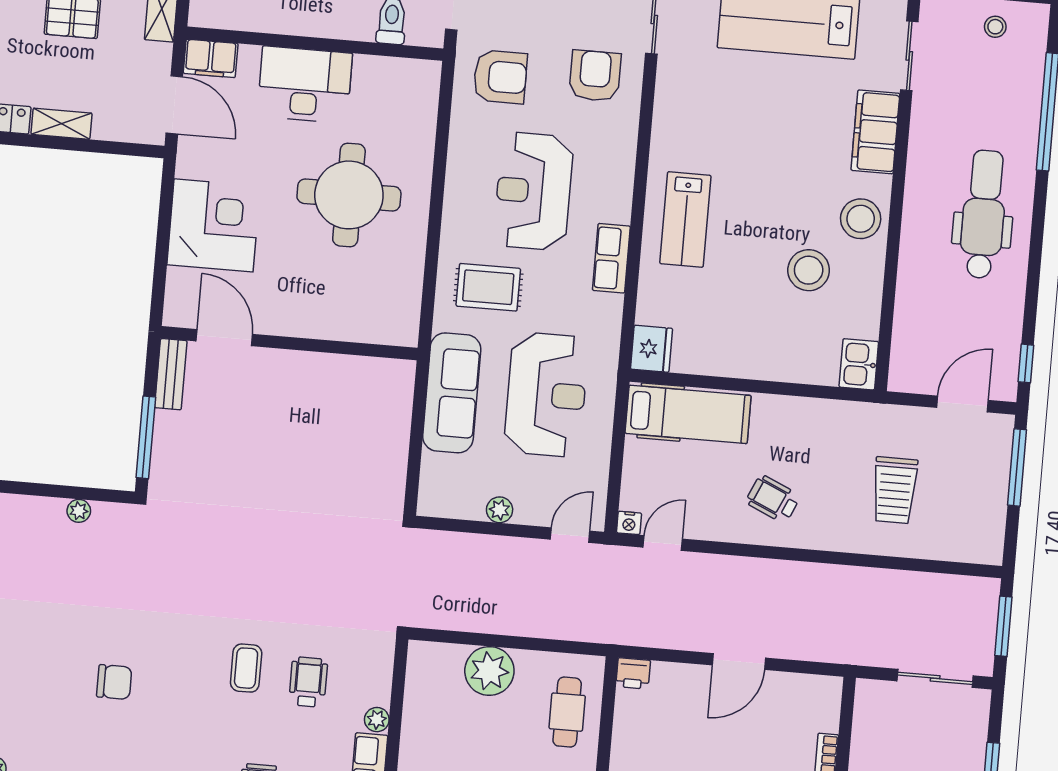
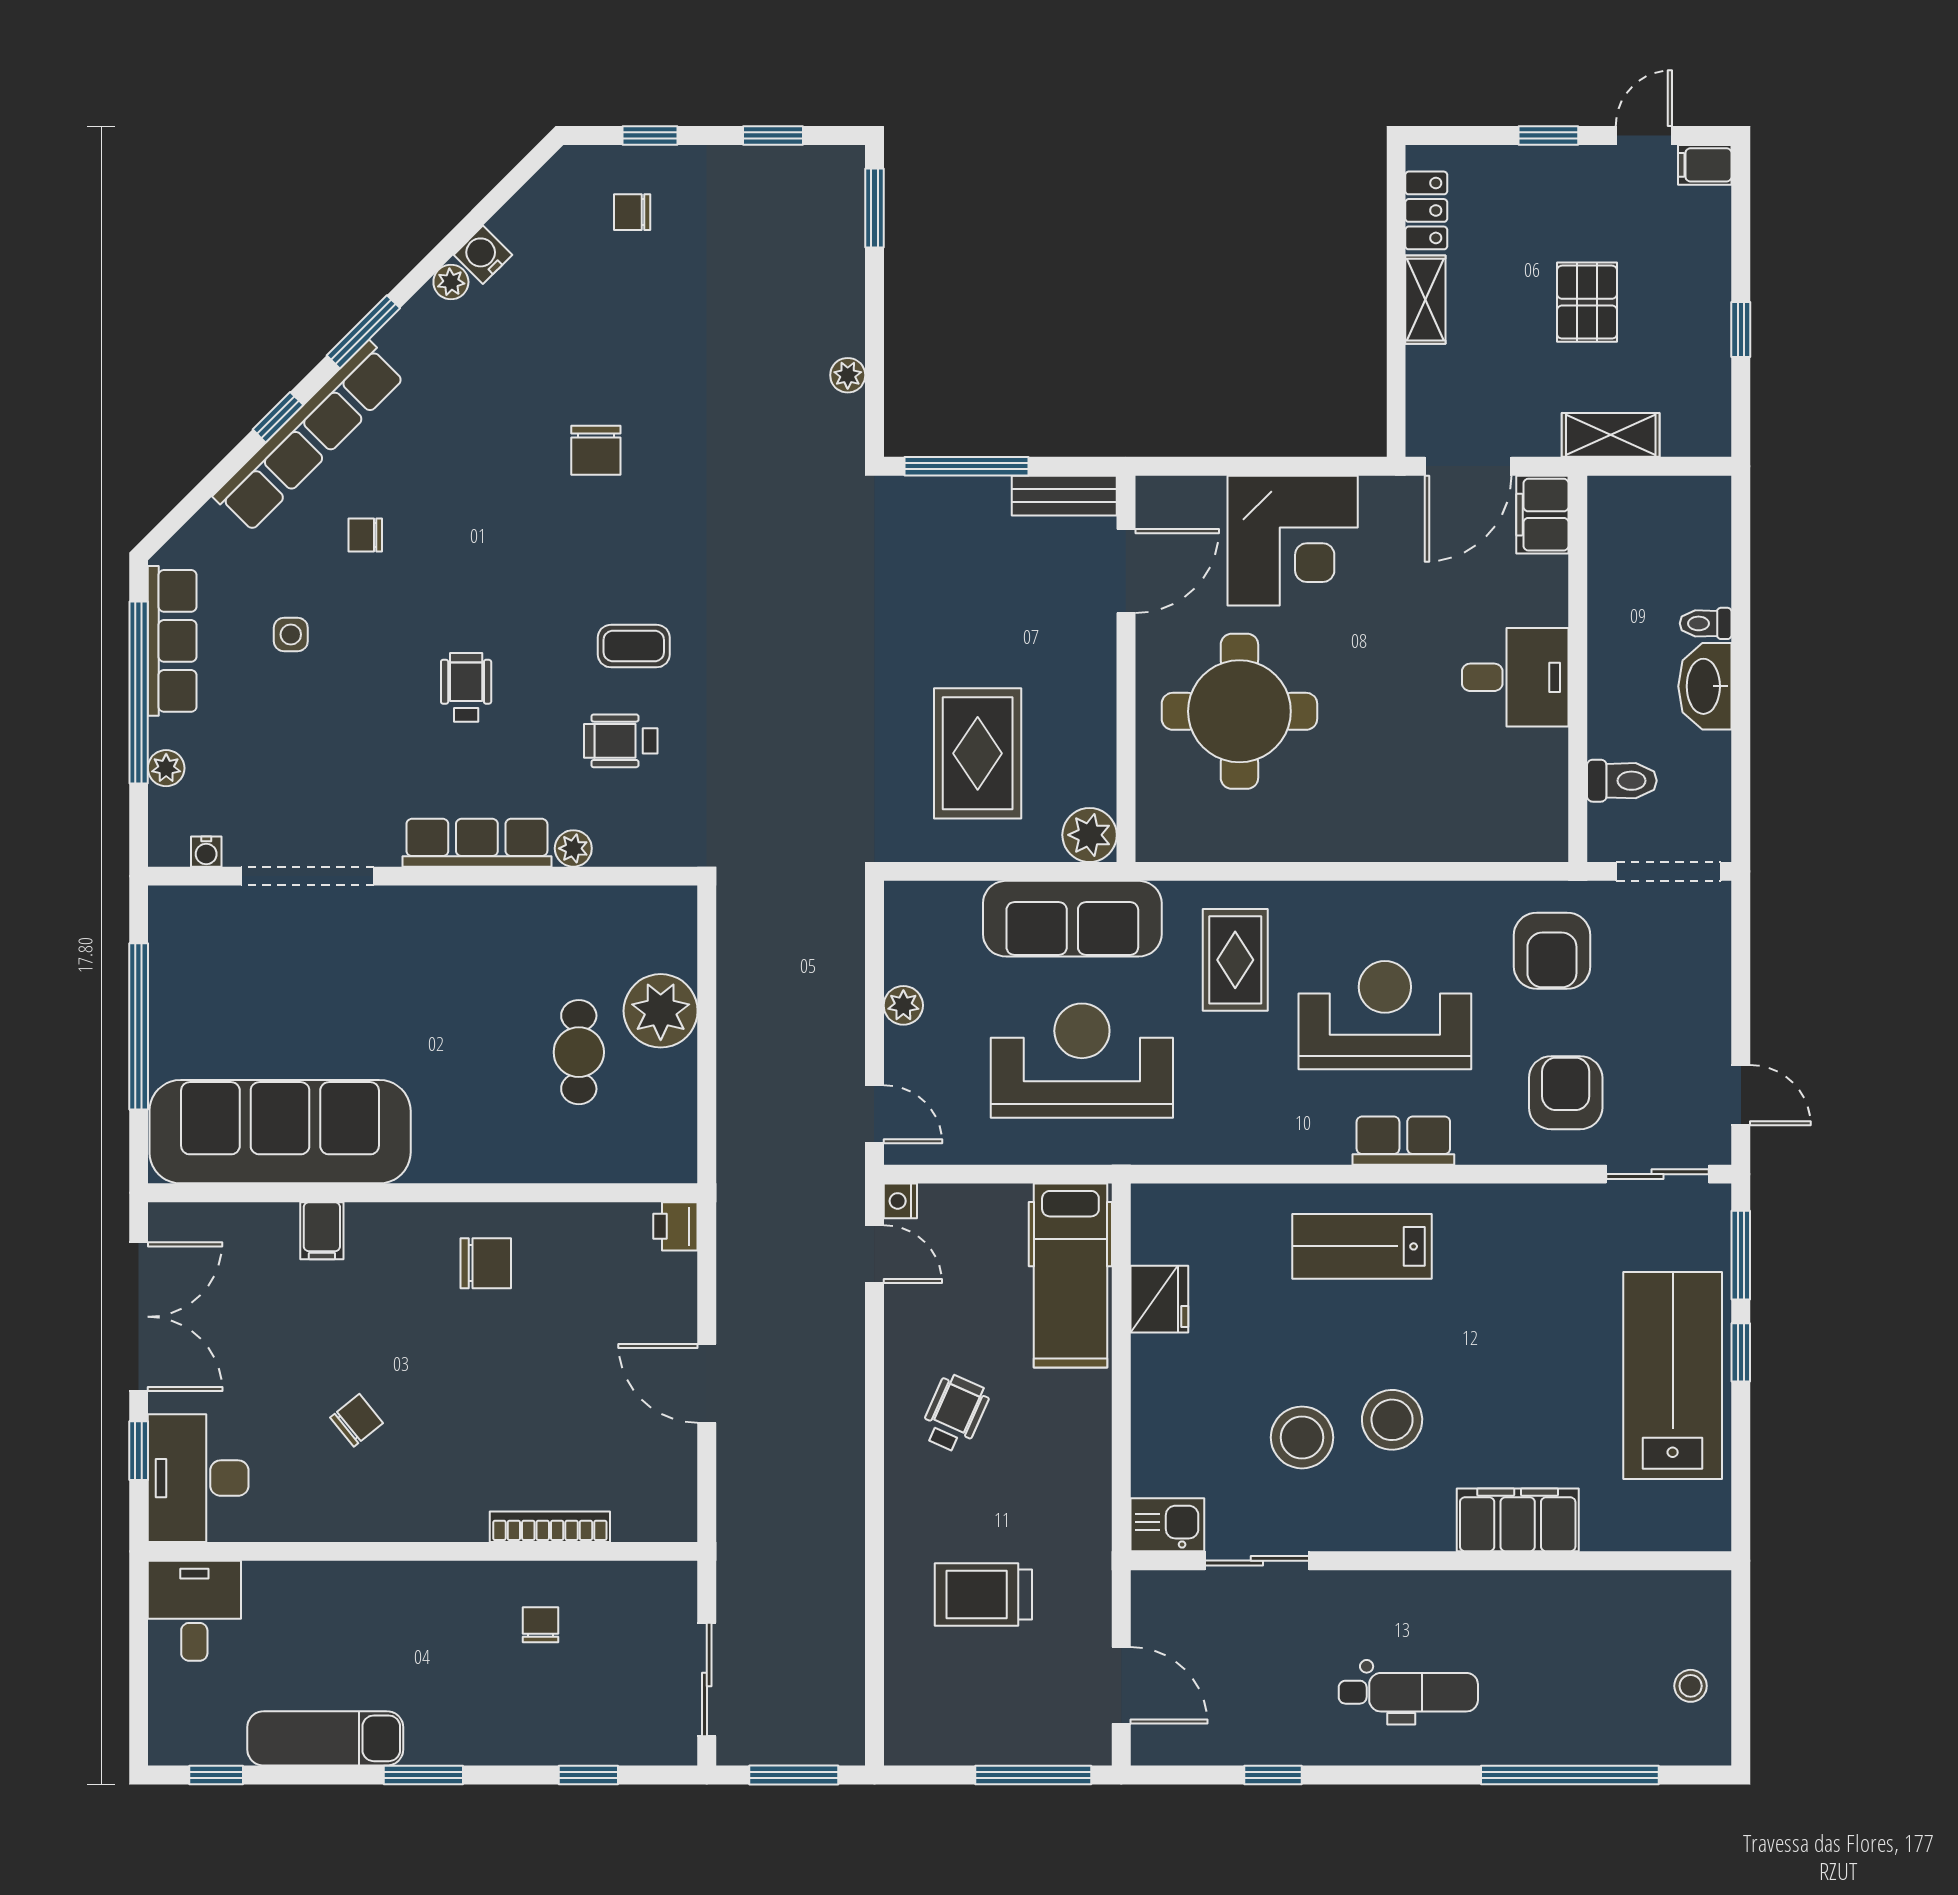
sliding door: (909, 56) -> (1257, 1561), moved
armchair: (595, 76) -> (1566, 1093), turned -90
desk: (305, 85) -> (1515, 677), width x0.73
round table: (349, 195) -> (1239, 711), moved
dental chair: (983, 214) -> (1408, 1692), width x0.73, depth x0.72
stool: (861, 219) -> (1392, 1420), moved
row of seats: (611, 258) -> (1403, 1141), moved
fridge: (651, 349) -> (1159, 1299), moved, turned -90
window: (1026, 363) -> (1273, 1775), moved
plant: (397, 377) -> (1090, 835), added
reception desk: (546, 395) -> (1082, 1061), turned 180
rug: (337, 446) -> (978, 753), added
wheelchair: (308, 682) -> (621, 741), turned 180
cafe table: (567, 712) -> (579, 1052), moved, turned 90

